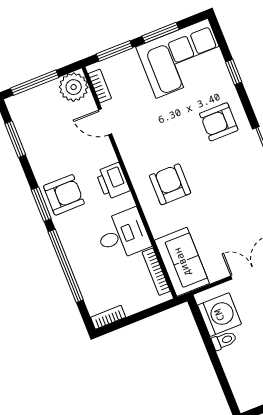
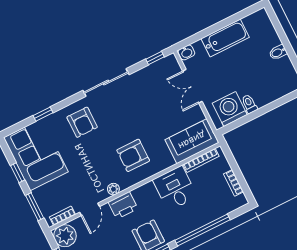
window: (160, 33) -> (18, 173), width x0.67
plant: (129, 155) -> (113, 189), added
printer: (113, 181) -> (123, 205), moved
bookcase: (108, 317) -> (233, 183), moved

